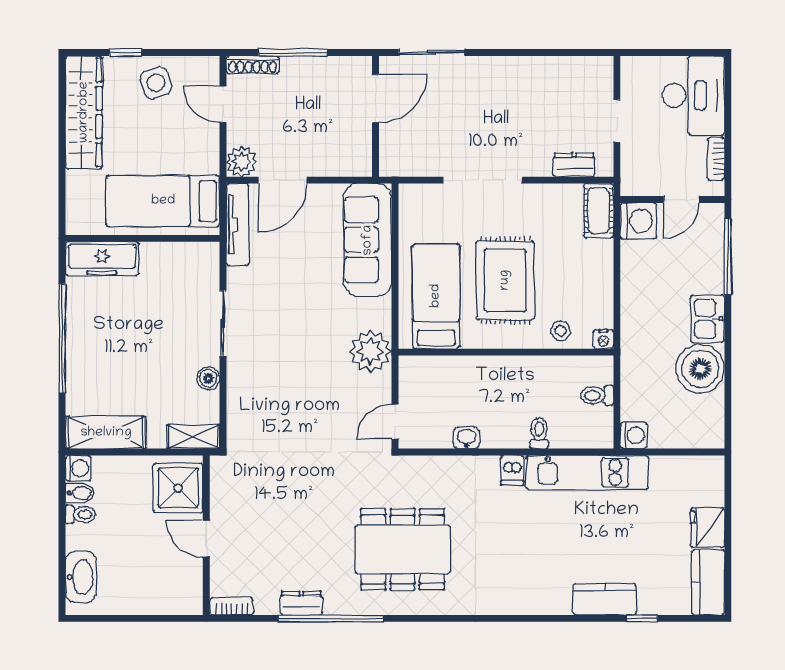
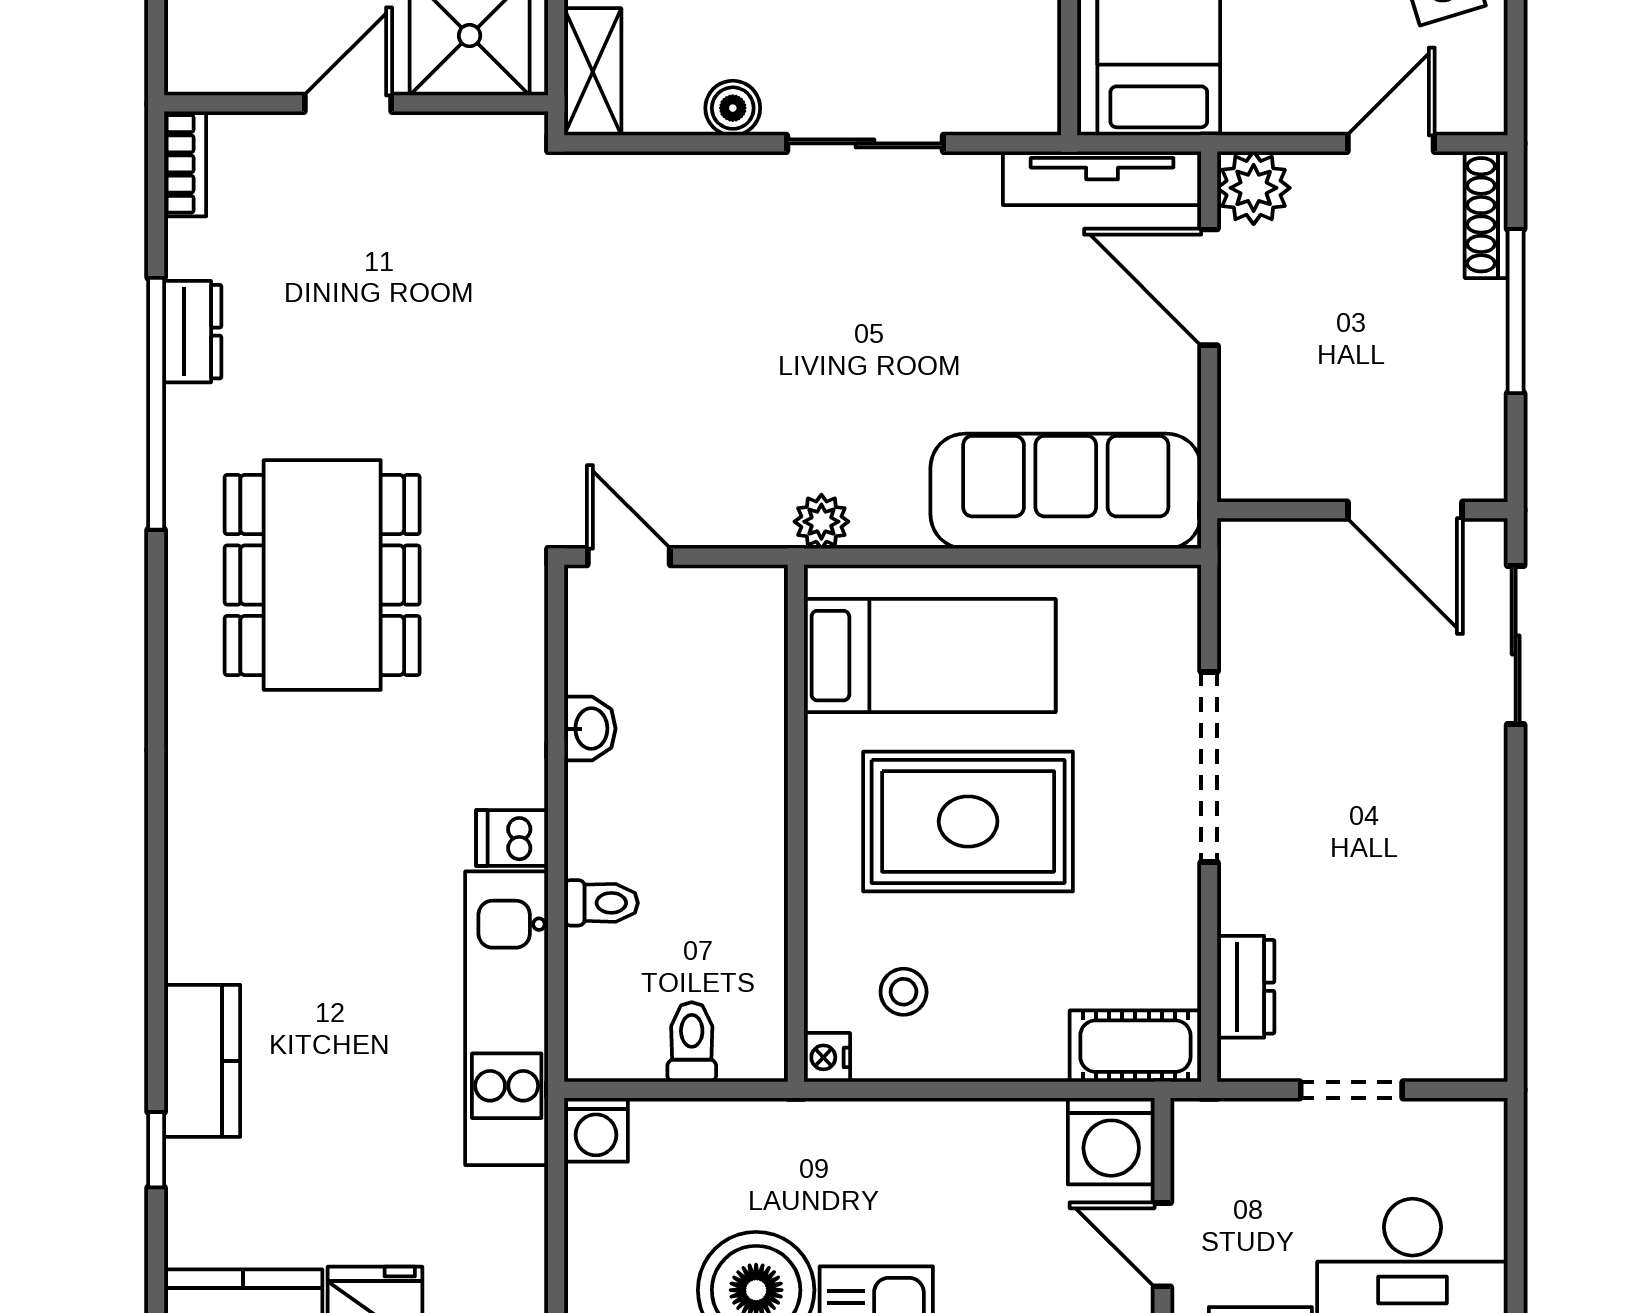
stool: (560, 331) -> (904, 992), moved
plant: (370, 351) -> (821, 522), width x0.53, depth x0.53

